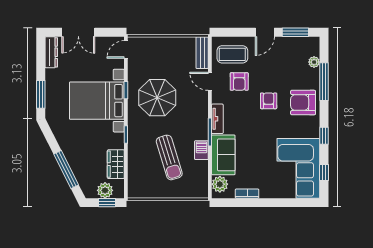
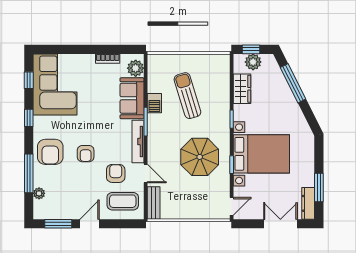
window: (41, 94) -> (319, 188), moved
armchair: (303, 103) -> (50, 152), turned 90
tv unit: (217, 119) -> (138, 141), width x1.41

